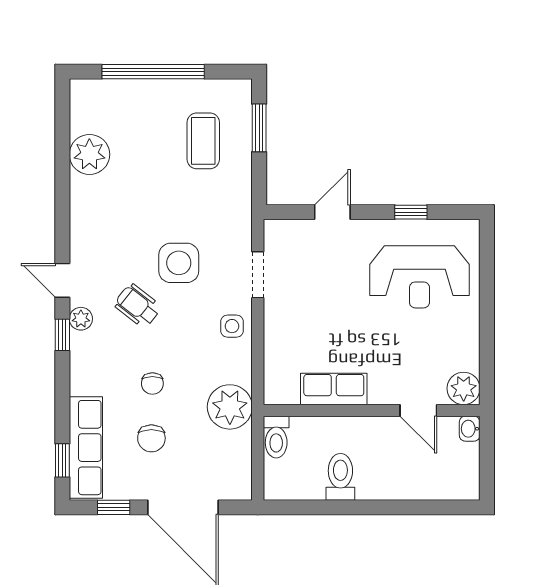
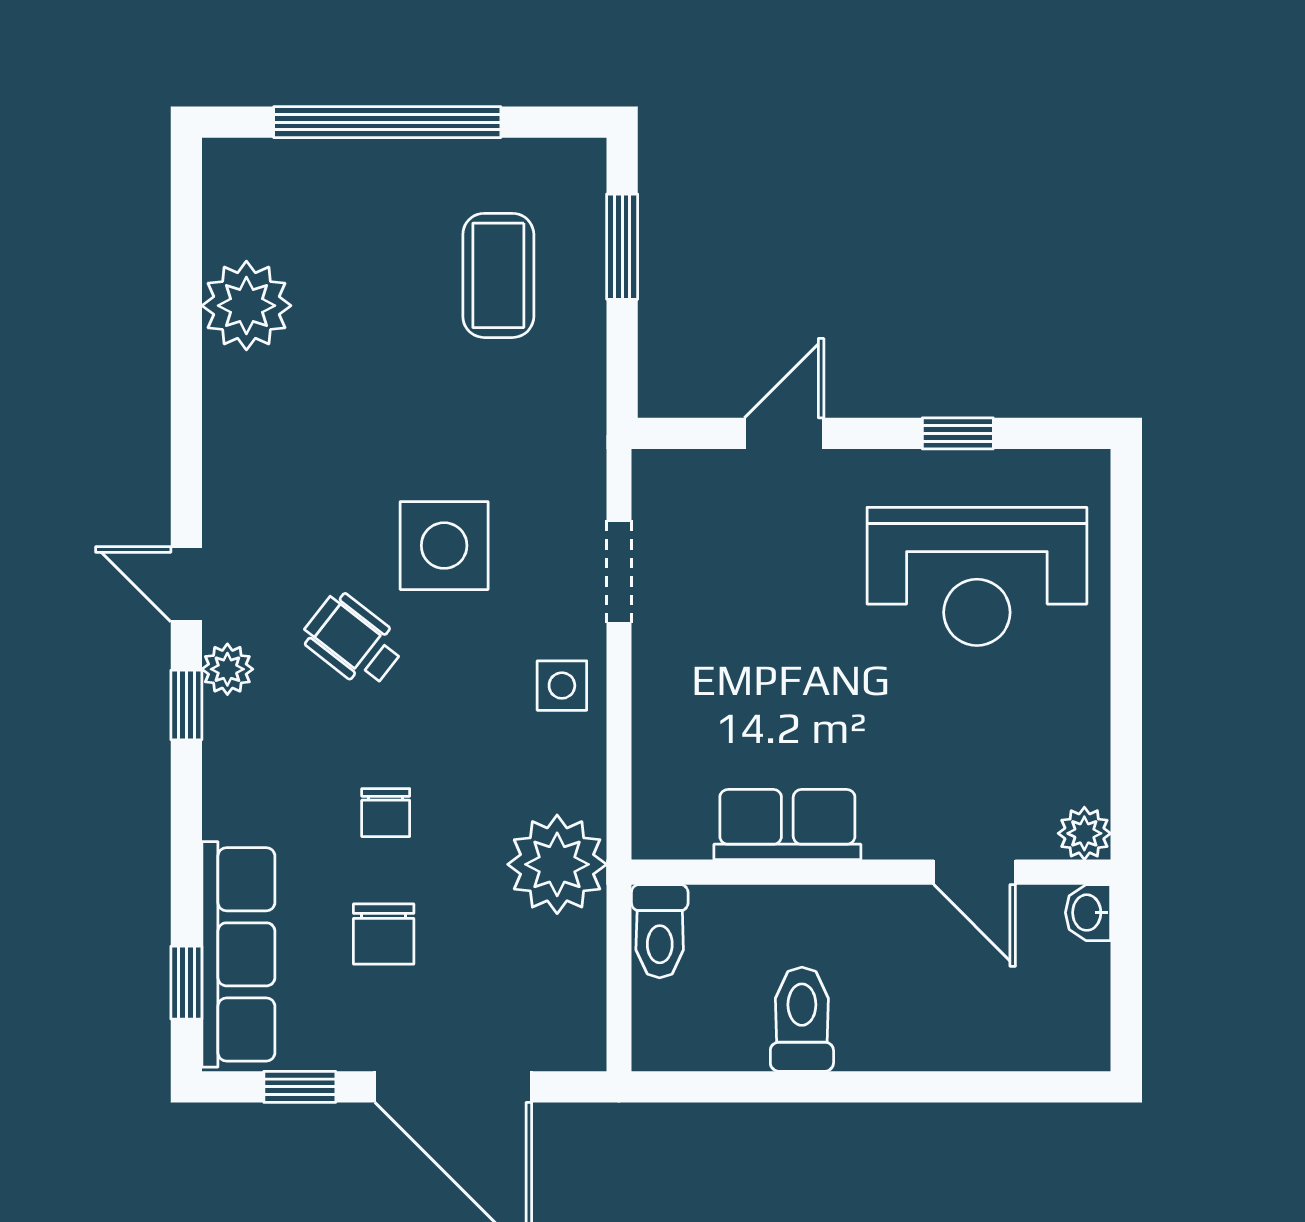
plant: (464, 388) -> (1084, 833), width x0.73, depth x0.73

